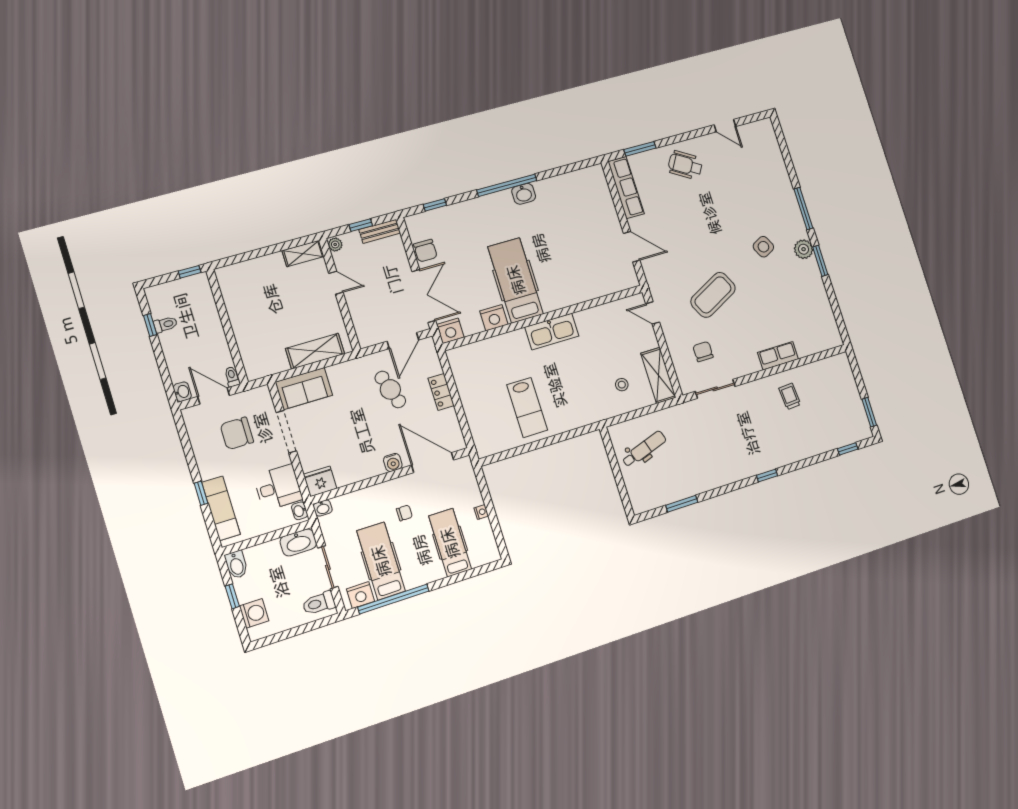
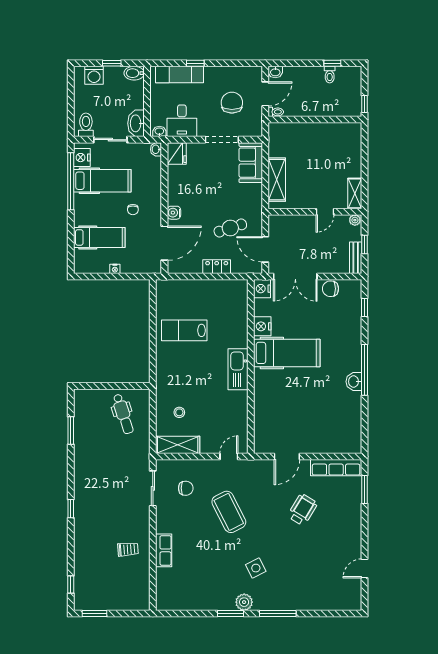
wheelchair: (685, 165) -> (302, 510), moved

